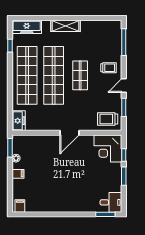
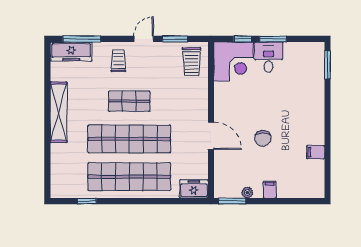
shelving: (65, 26) -> (59, 112), width x1.47
freezer: (27, 27) -> (71, 52), moved, turned 90
door: (124, 86) -> (144, 39), swing flipped
door: (69, 133) -> (211, 136), moved
chair: (54, 169) -> (263, 138), added
desk: (111, 202) -> (268, 57), moved
filing cabinet: (20, 206) -> (316, 152), moved

